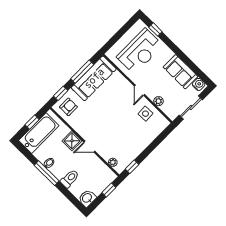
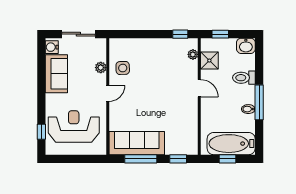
armchair: (68, 107) -> (183, 140), removed
shower: (72, 141) -> (209, 61), moved

